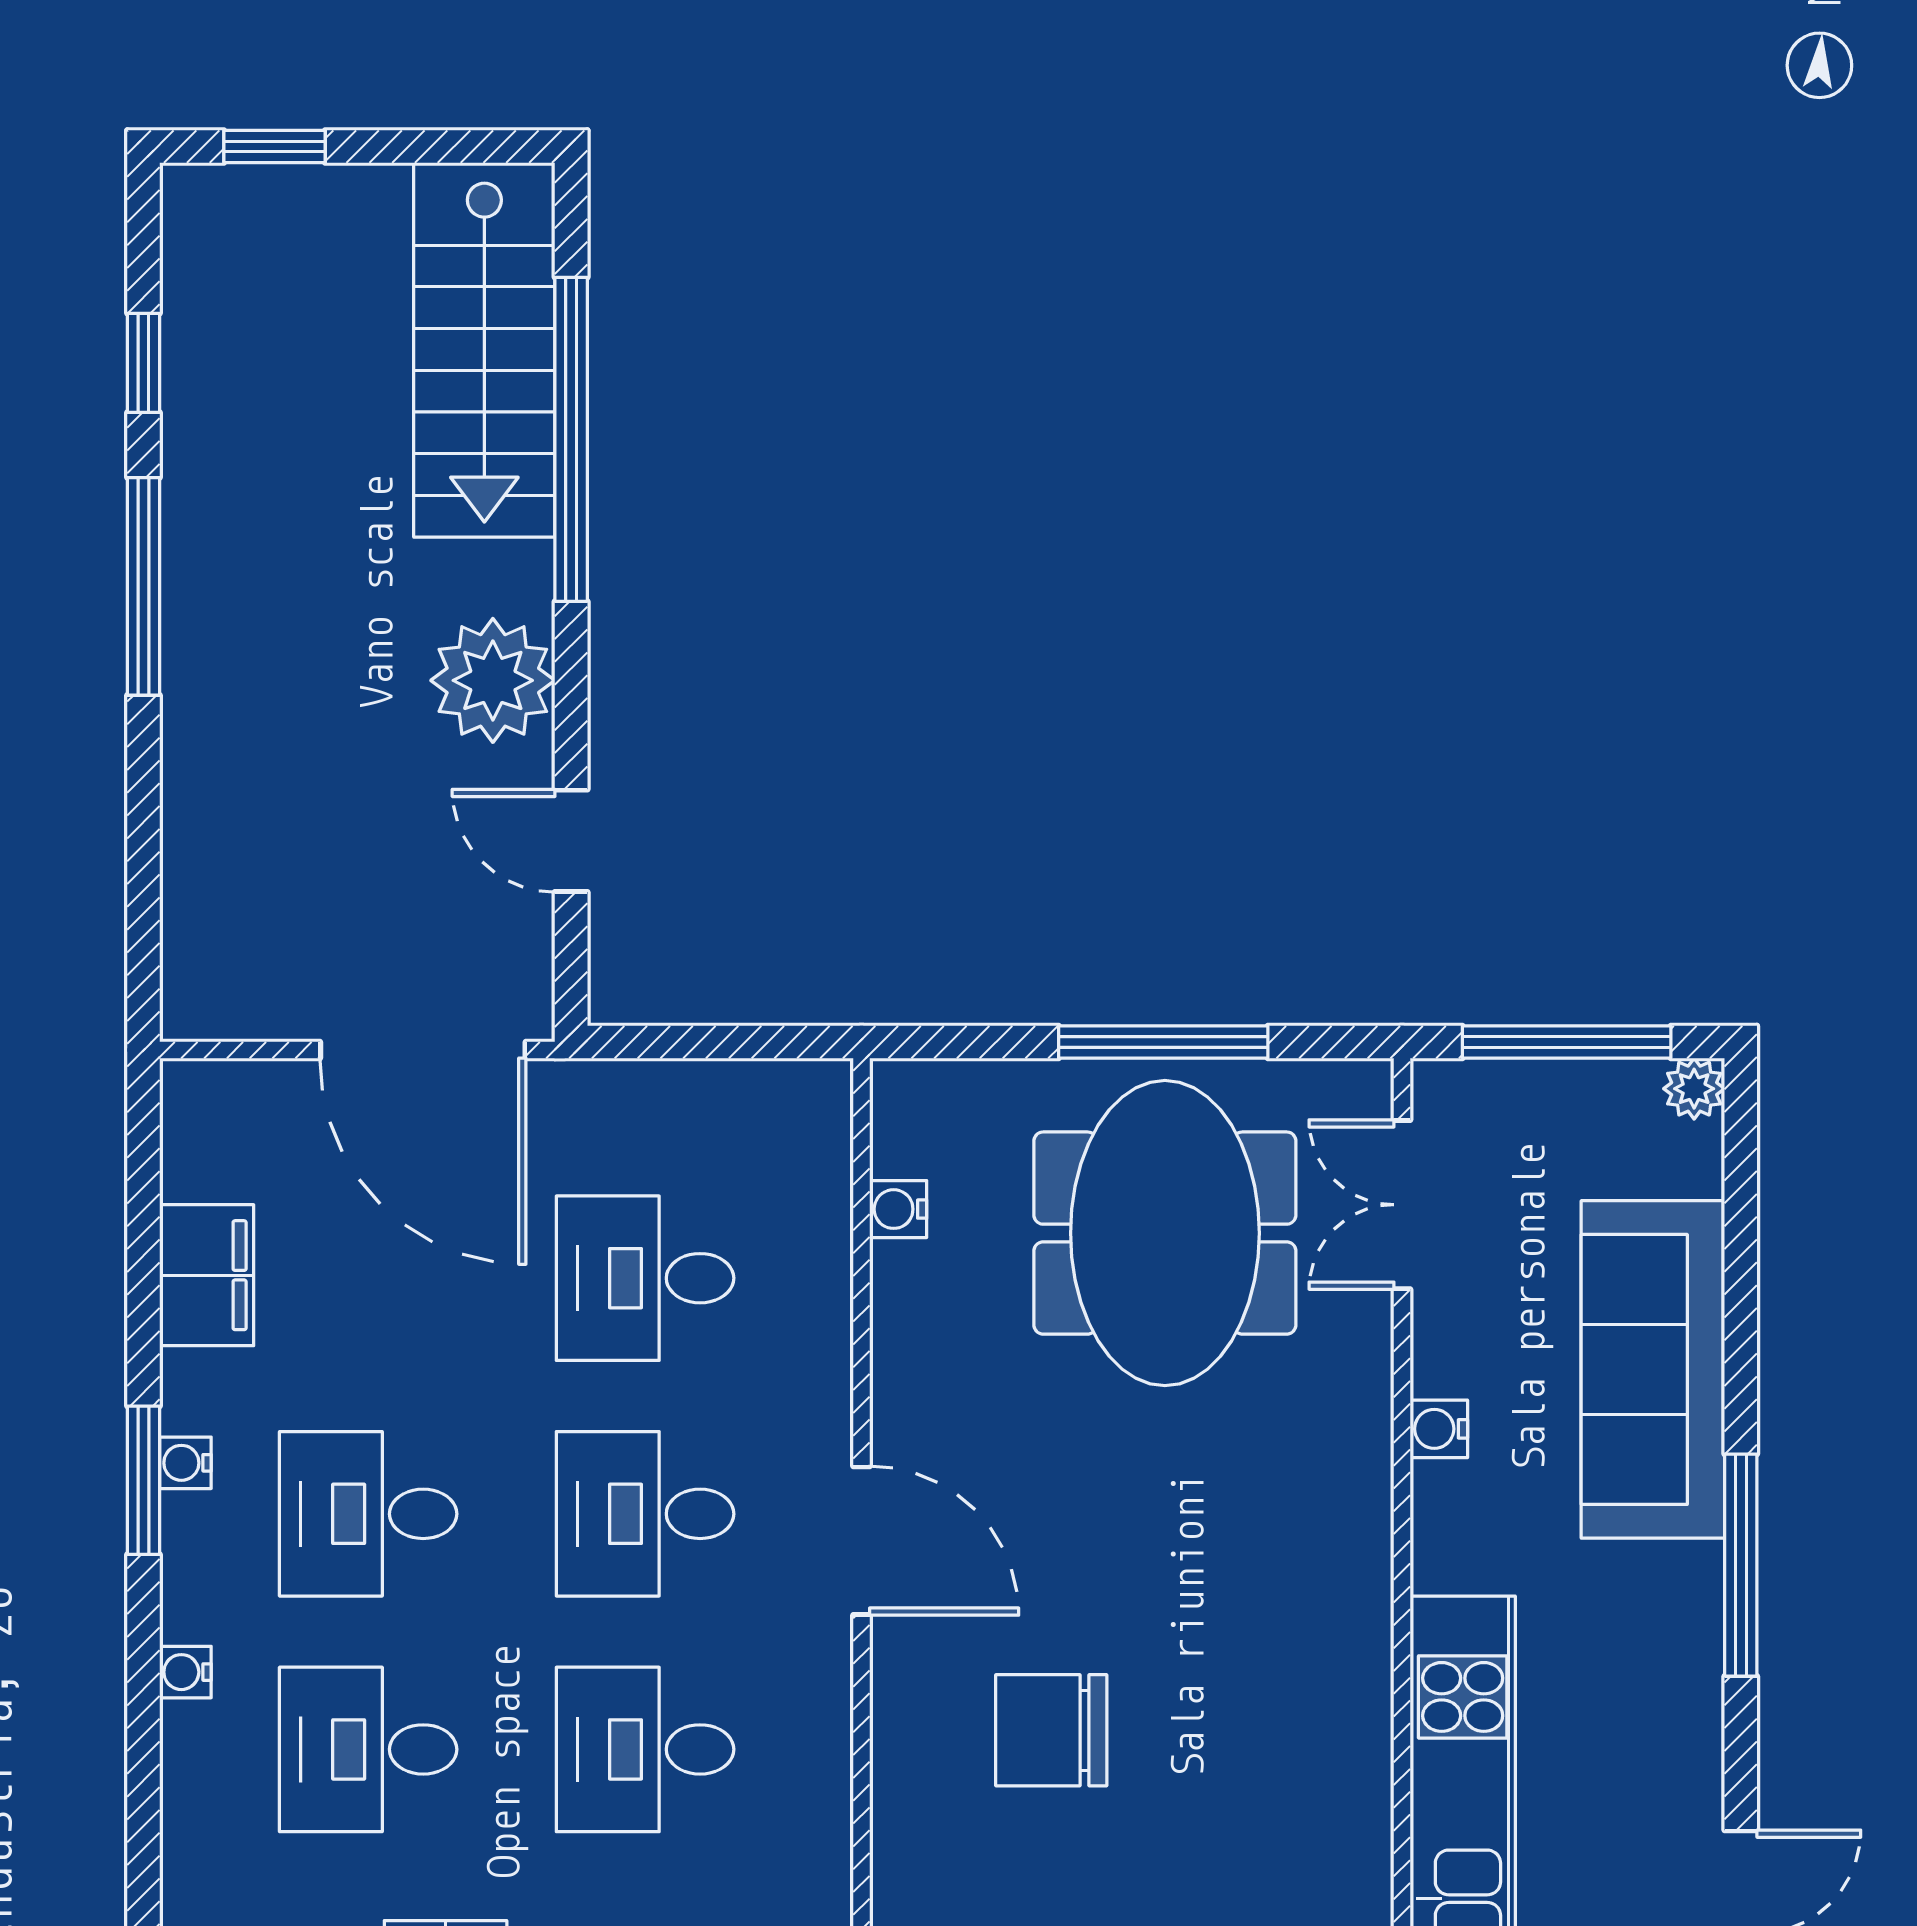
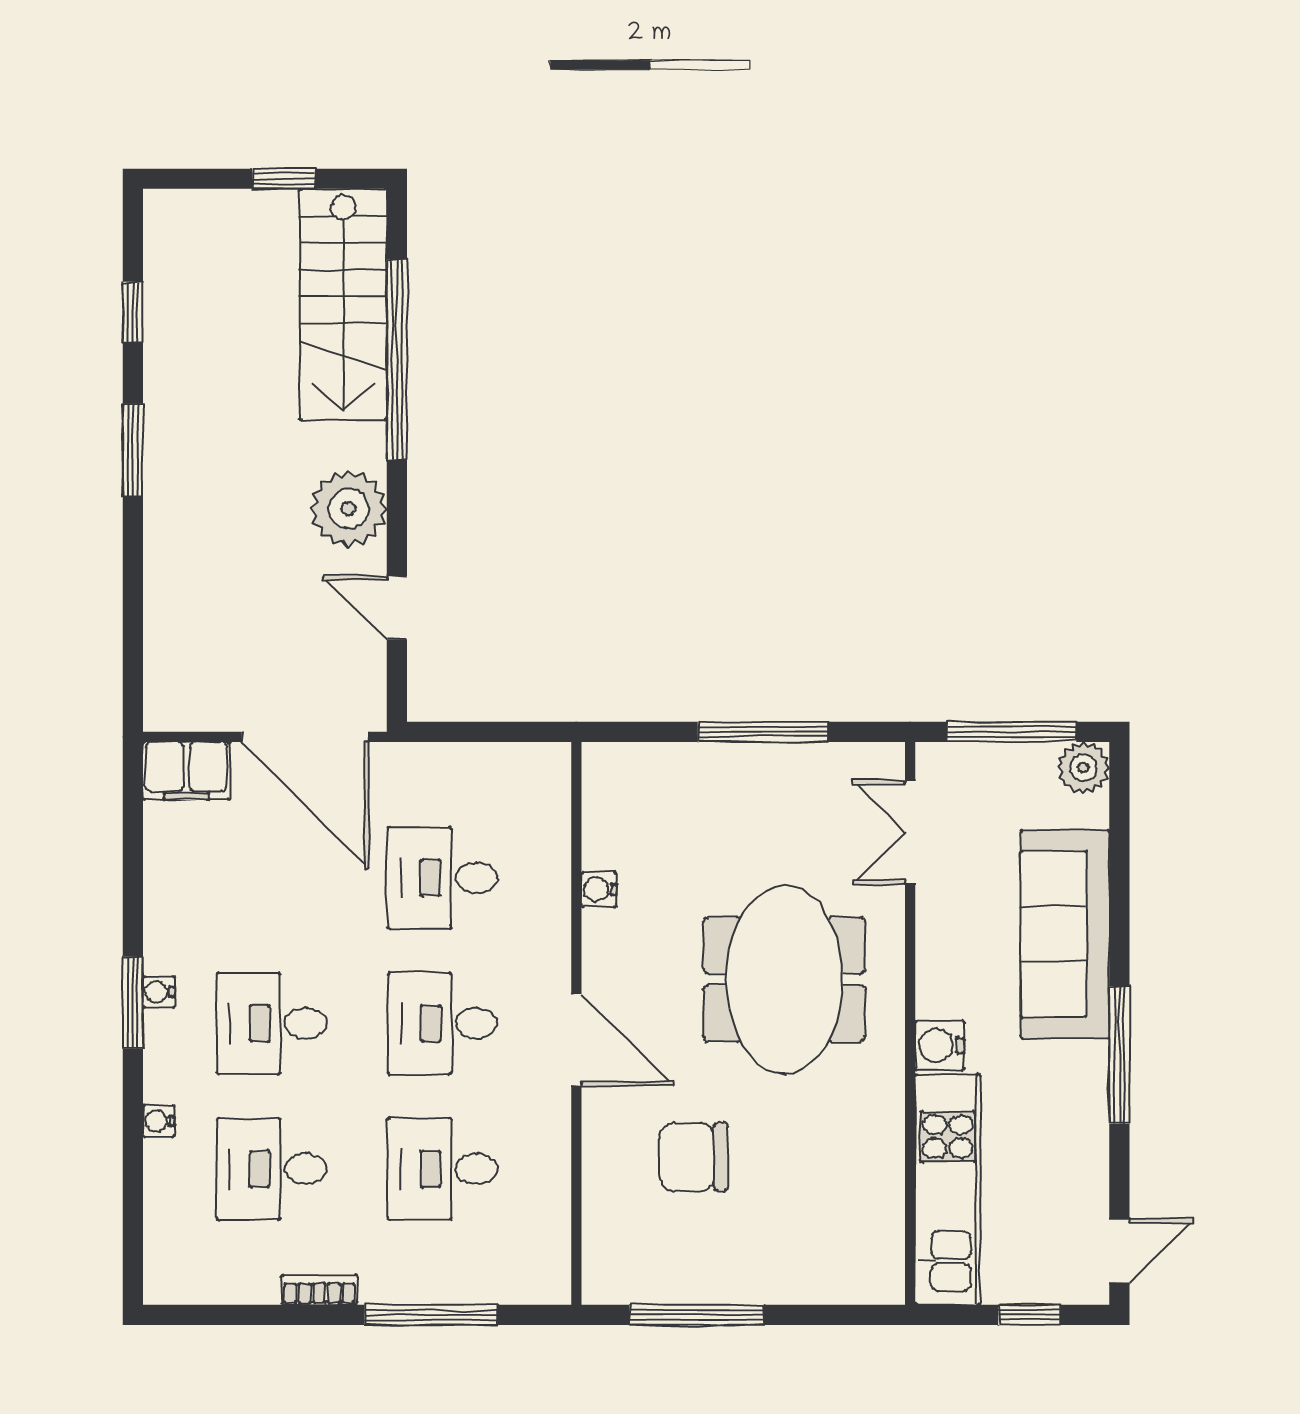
window: (275, 147) -> (284, 179), moved
window: (144, 586) -> (133, 450), width x0.69
plant: (1694, 1089) -> (1083, 768), width x1.38, depth x1.38
water cooler: (898, 1209) -> (599, 889), moved
meeting table: (1165, 1233) -> (784, 979), moved
filing cabinet: (207, 1275) -> (186, 771), moved, turned 90
water cooler: (1439, 1429) -> (940, 1046), moved, width x1.38, depth x1.38

